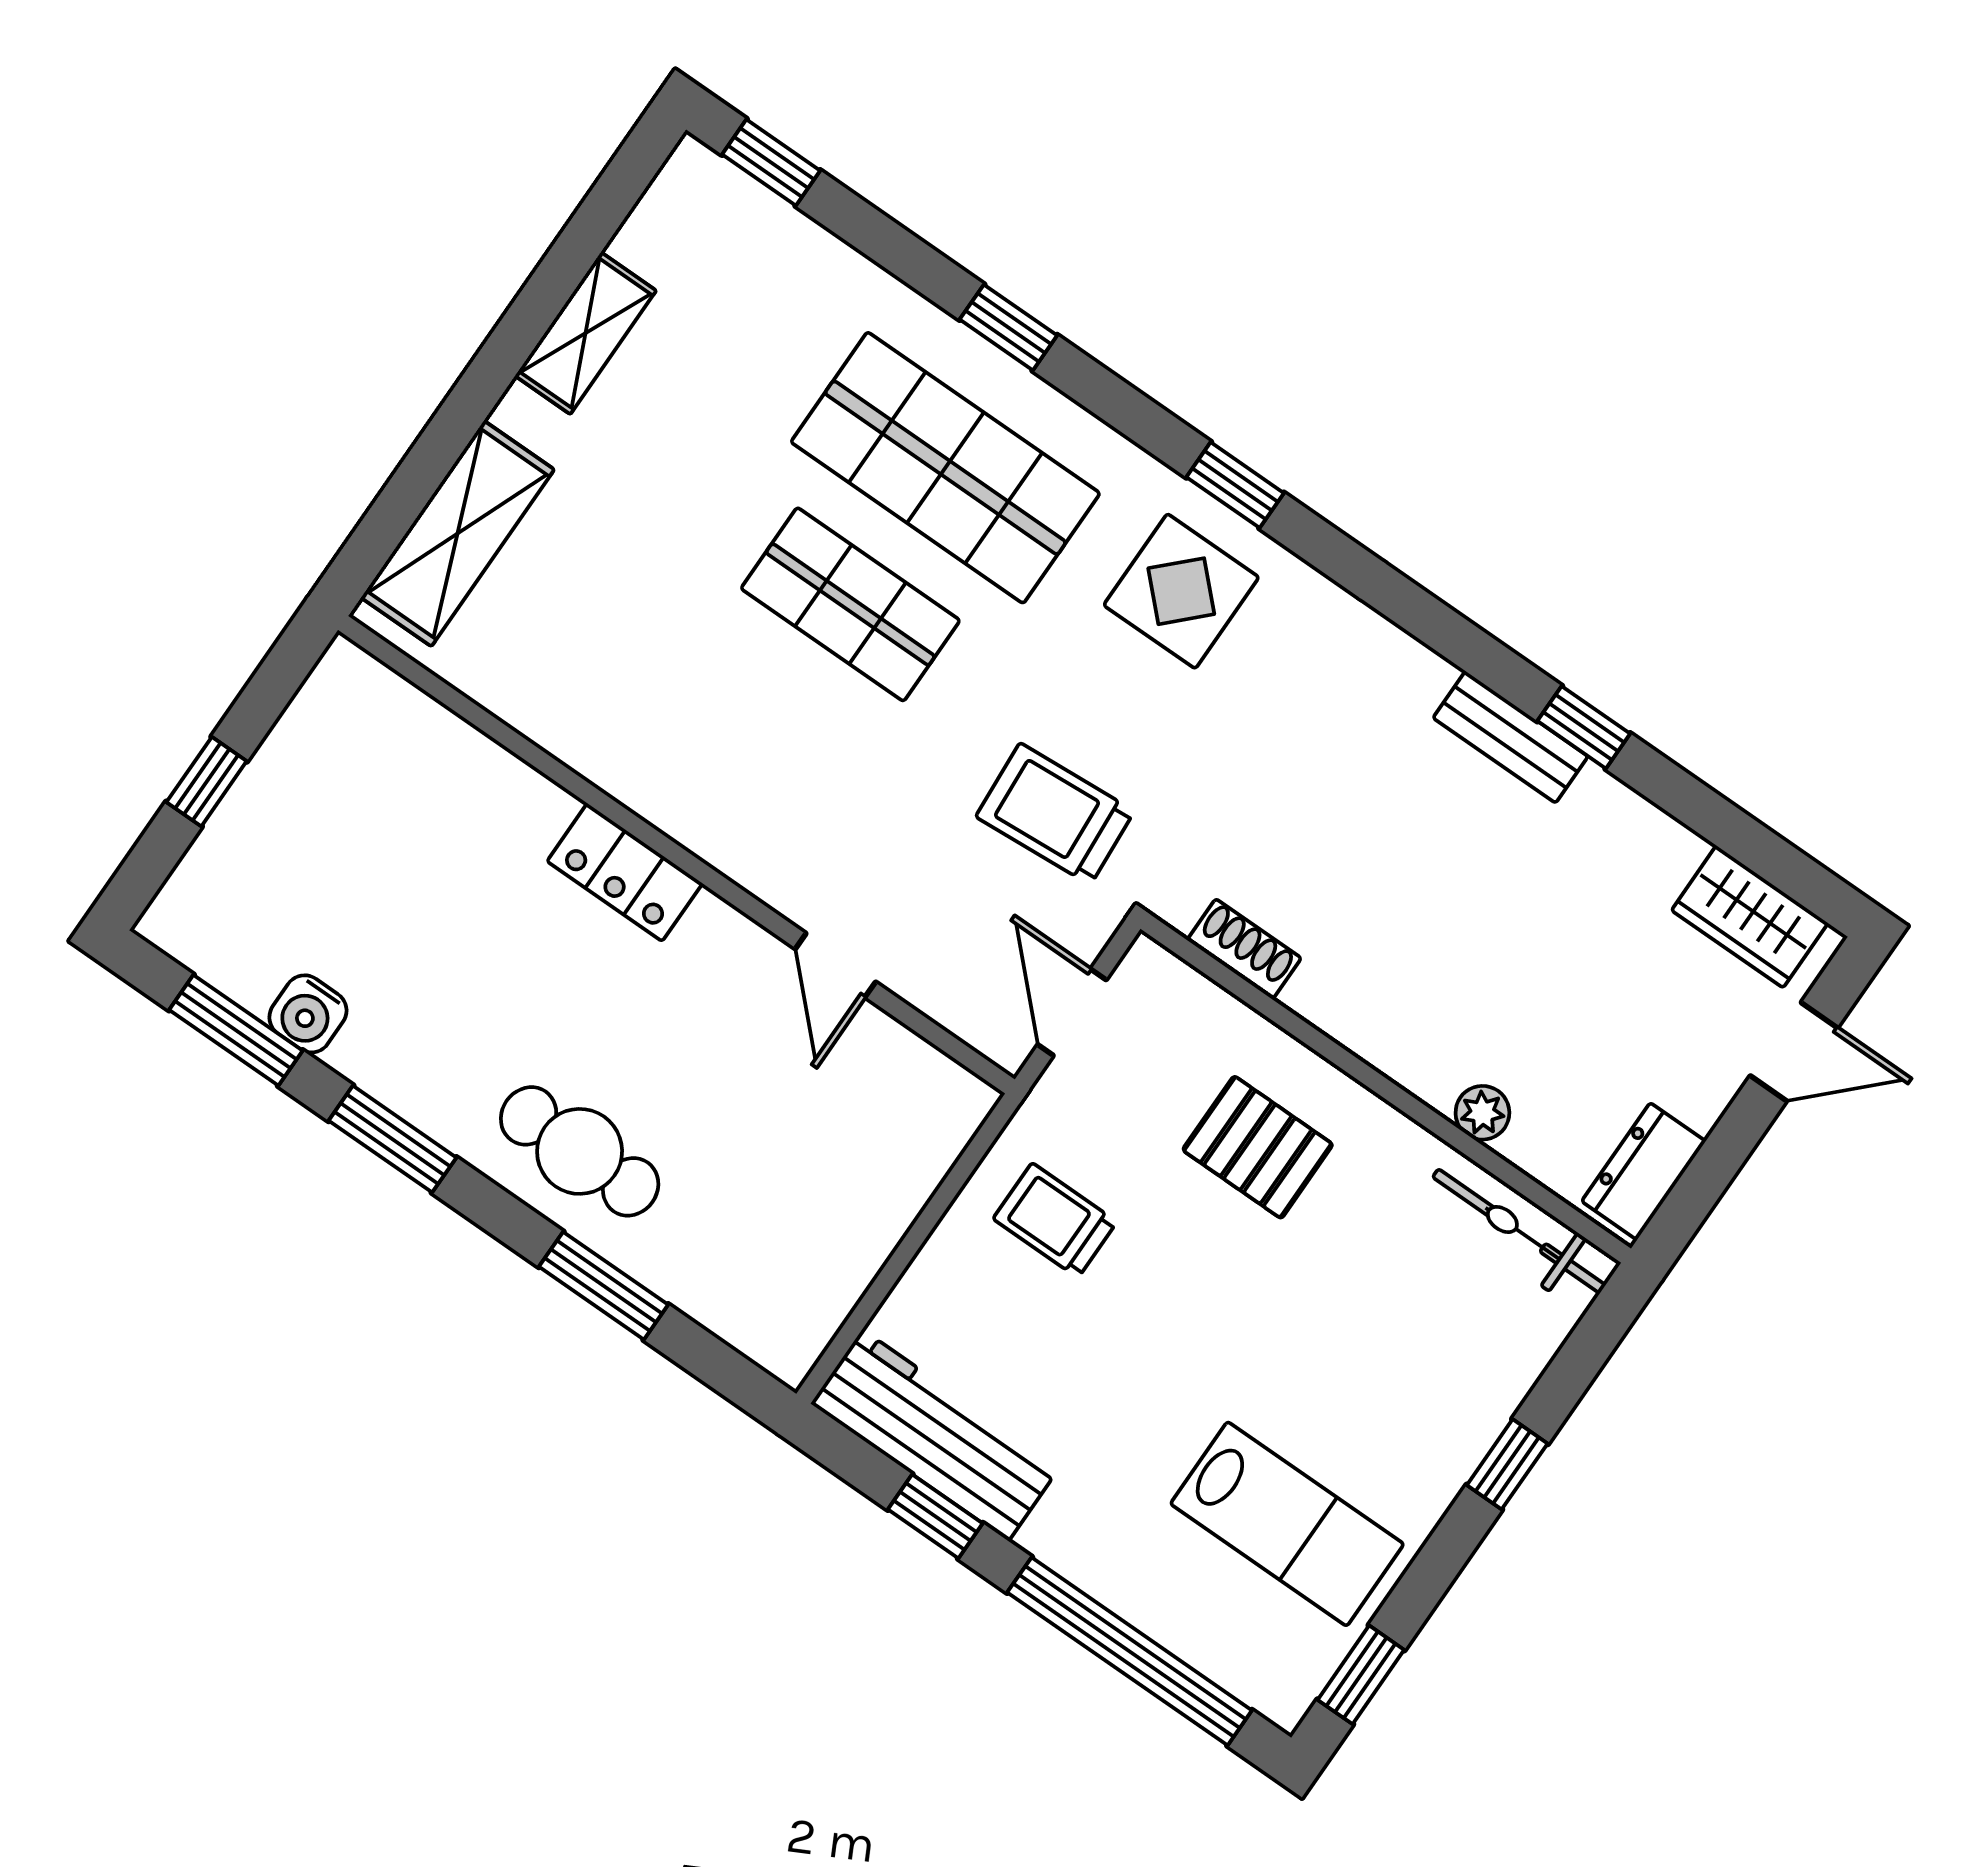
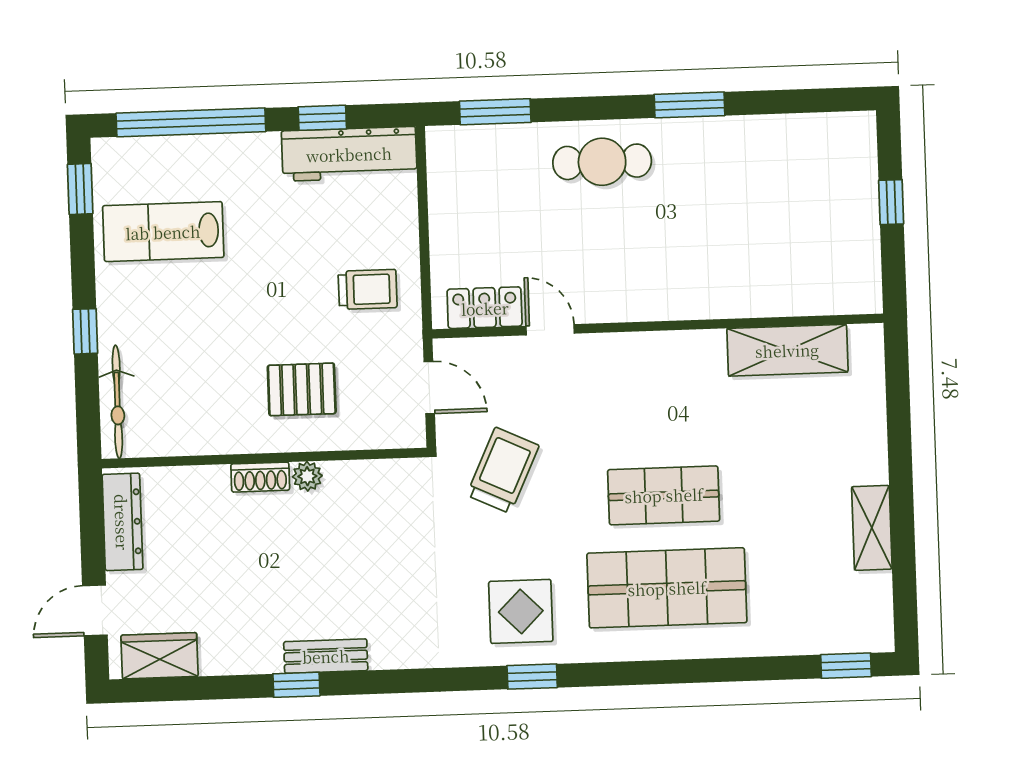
window: (1008, 327) -> (686, 671), removed
shelving: (458, 533) -> (787, 350), moved, turned 90
trolley: (1055, 814) -> (503, 470), turned -61
locker: (625, 872) -> (485, 308), moved
shoe rack: (1244, 949) -> (260, 477), moved
water cooler: (308, 1014) -> (769, 133), removed
window: (236, 1030) -> (795, 101), removed
plant: (1482, 1113) -> (307, 476), moved
dresser: (1644, 1171) -> (122, 522), width x1.44
bicycle: (1519, 1231) -> (117, 402), moved, turned 90
window: (603, 1286) -> (495, 112), moved

